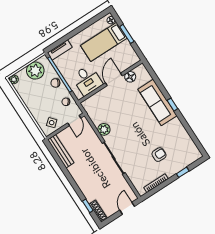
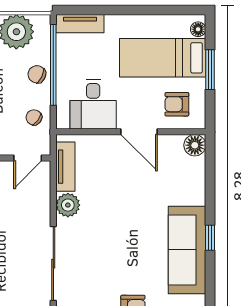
armchair: (122, 57) -> (177, 104), added
floor lamp: (130, 77) -> (195, 145), moved
door: (114, 79) -> (139, 132), swing flipped
sofa: (157, 102) -> (187, 250), moved
tv unit: (92, 114) -> (65, 167), added

